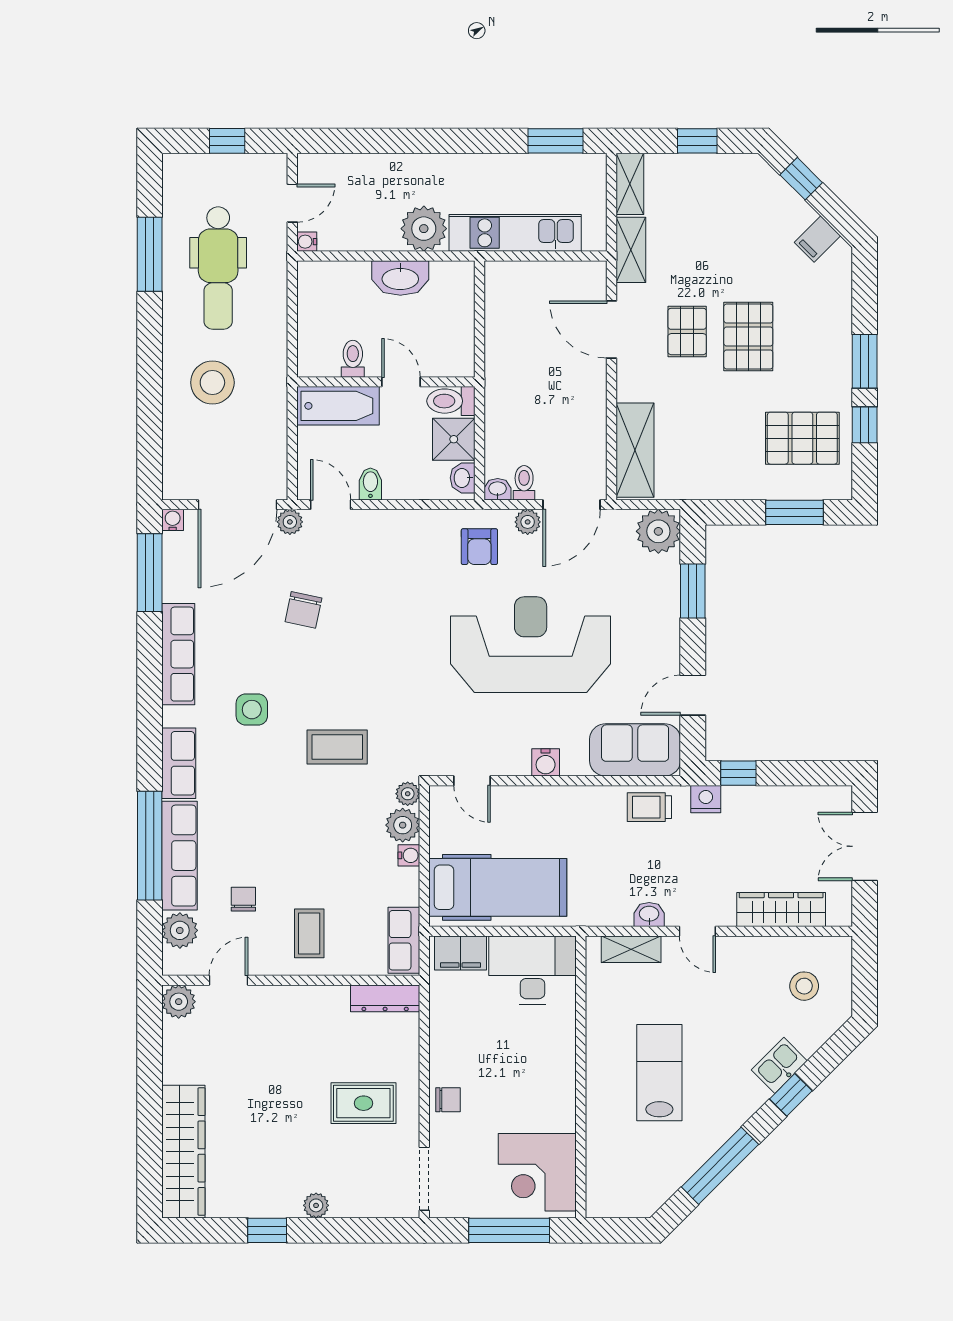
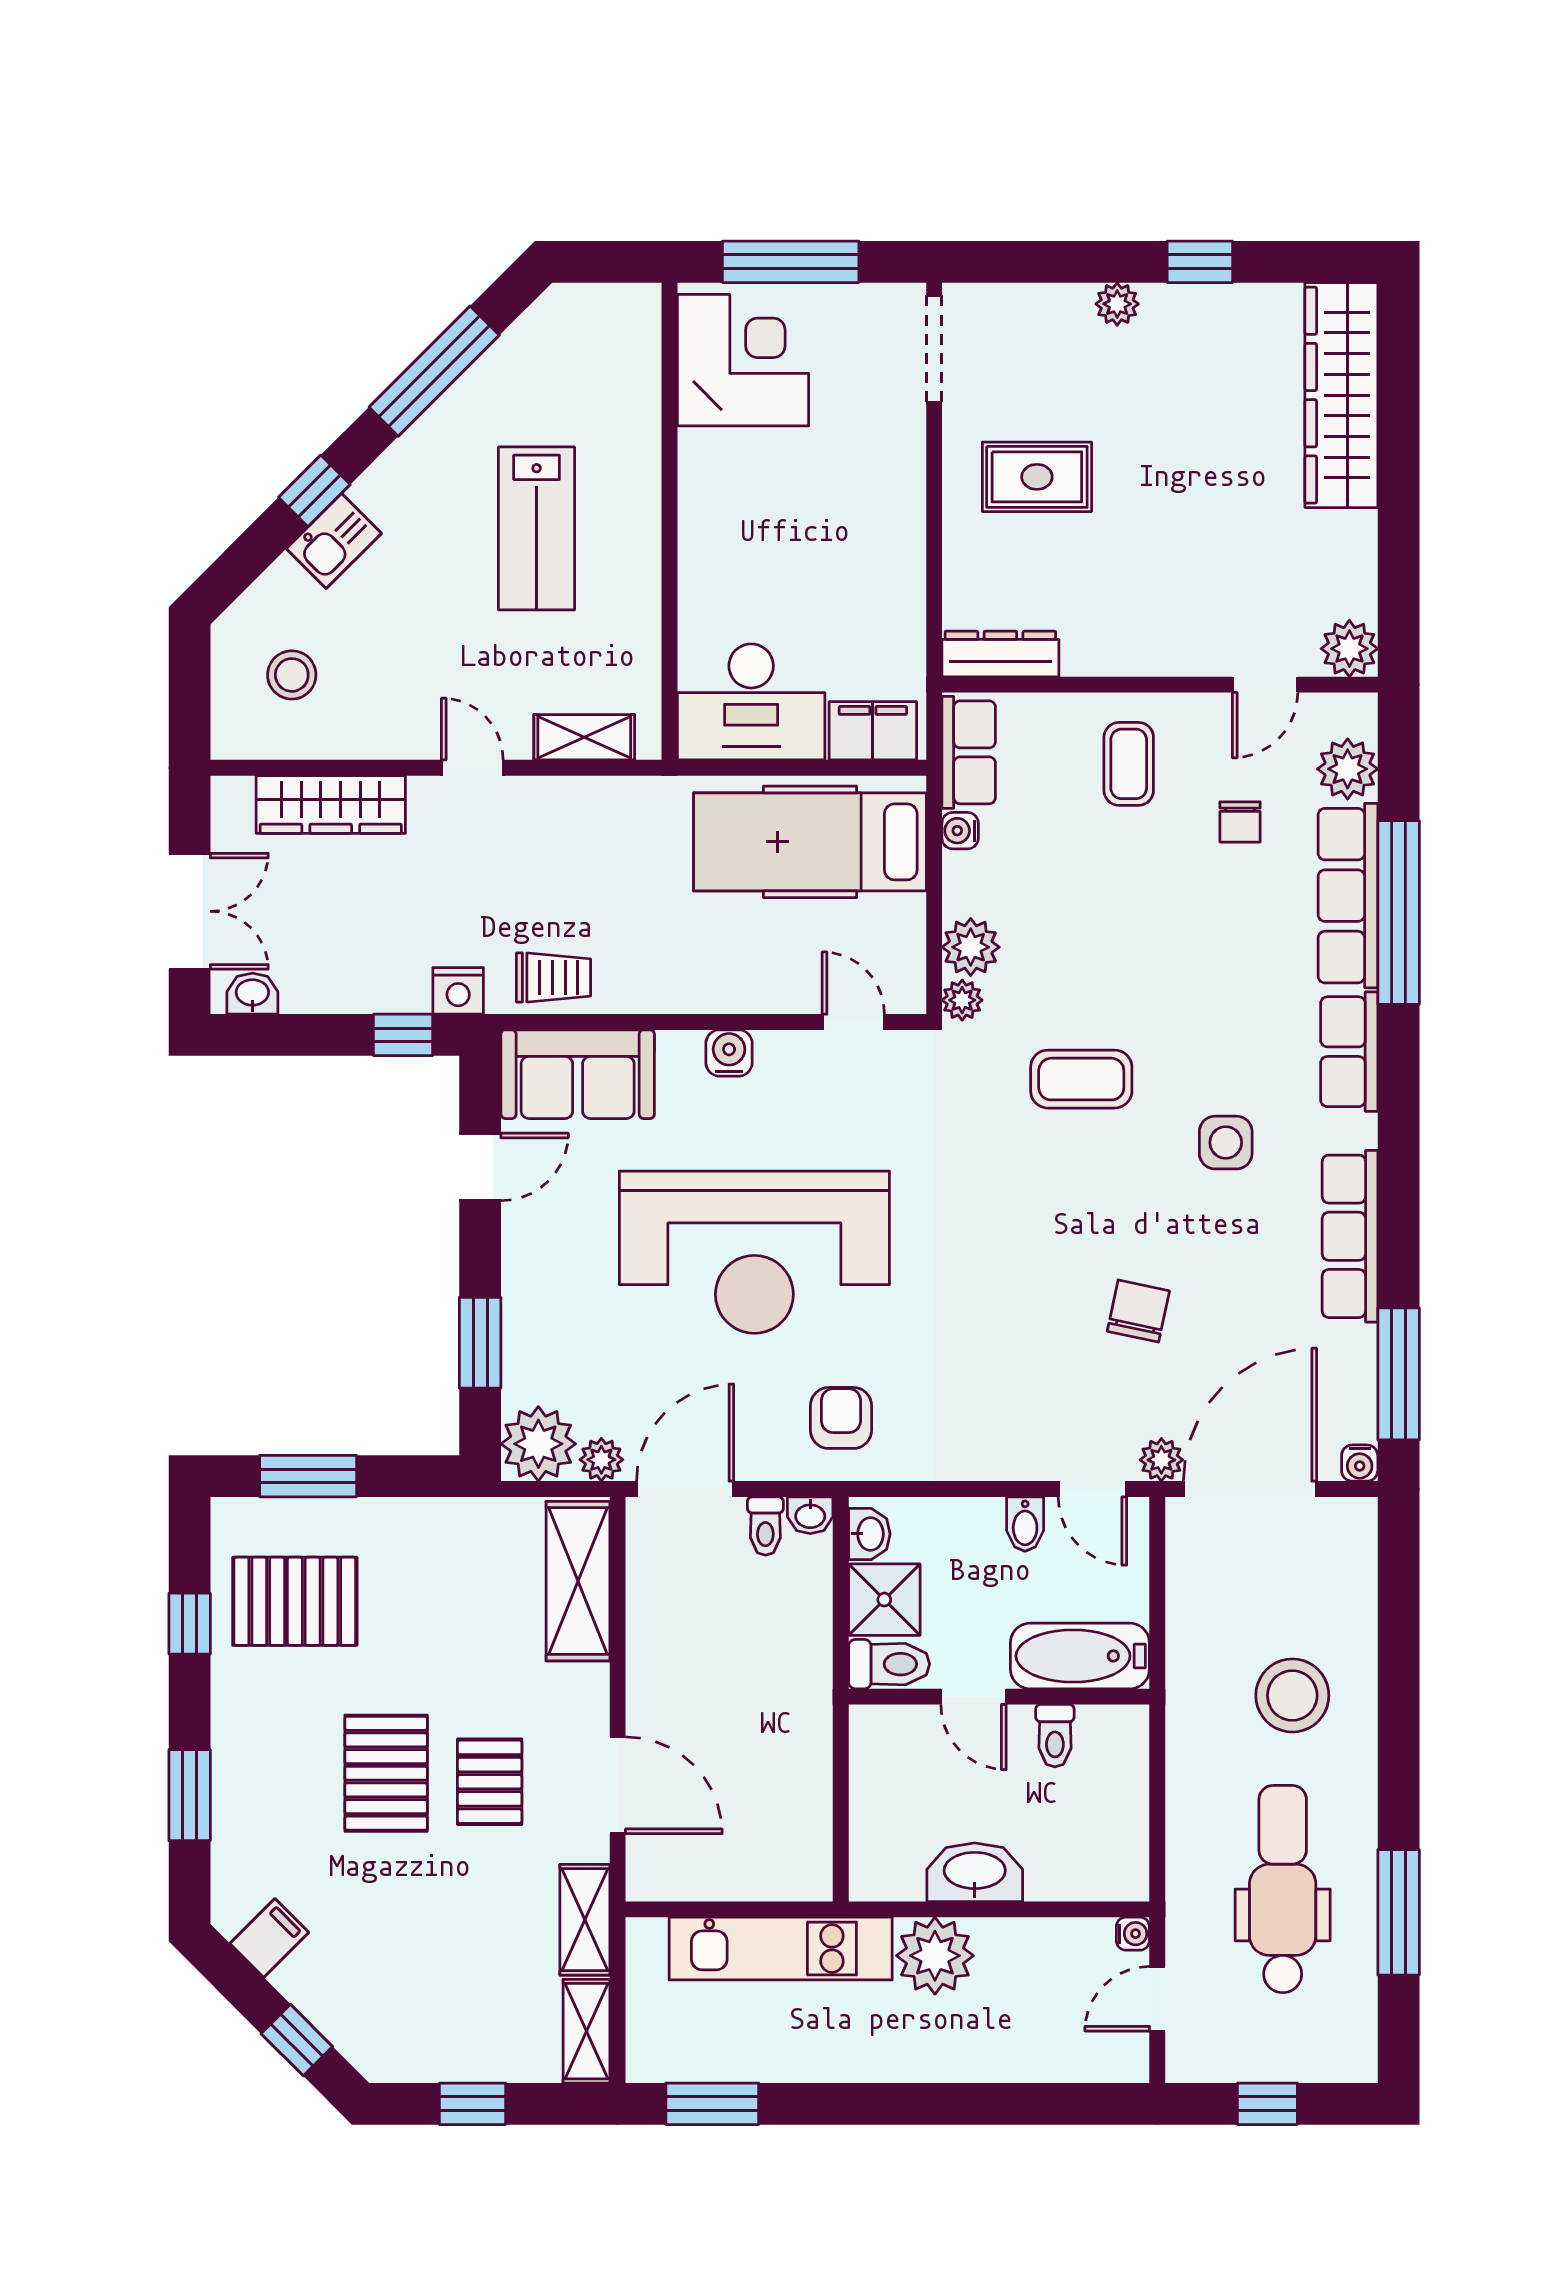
window: (865, 361) -> (190, 1795), moved
plant: (528, 522) -> (601, 1460), moved
water cooler: (409, 855) -> (960, 831), moved
washbasin: (649, 914) -> (252, 994), moved, turned 180
chair: (448, 1100) -> (894, 483), removed

